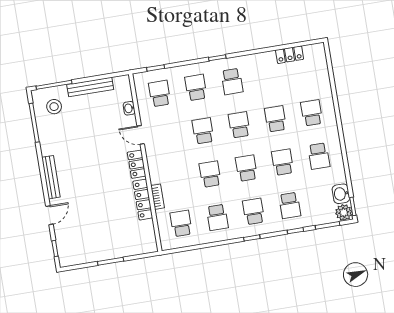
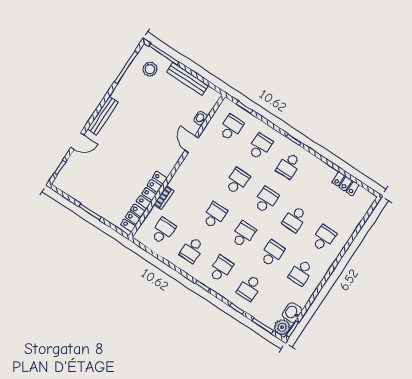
school desk: (275, 119) -> (295, 219), turned 180
locker: (137, 164) -> (133, 218), moved

